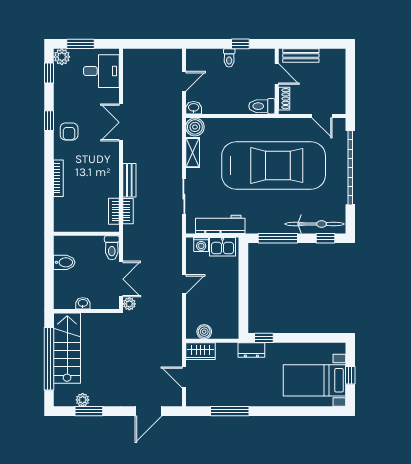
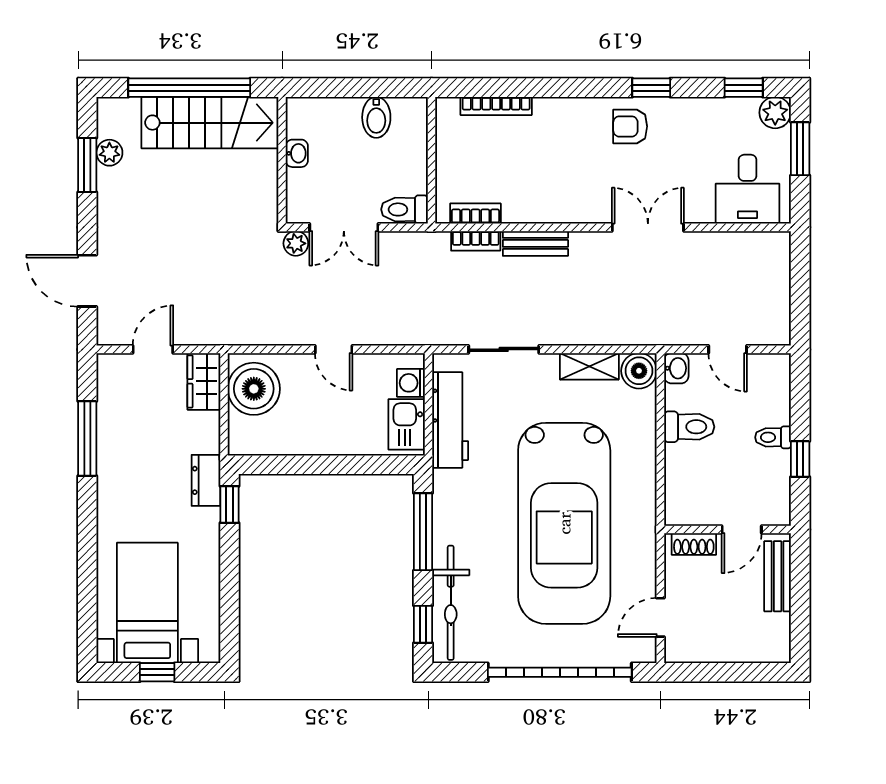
toilet: (262, 106) -> (689, 427), moved, turned 90
bookcase: (58, 178) -> (496, 106), moved
boiler: (204, 332) -> (254, 389), width x1.86, depth x1.86

